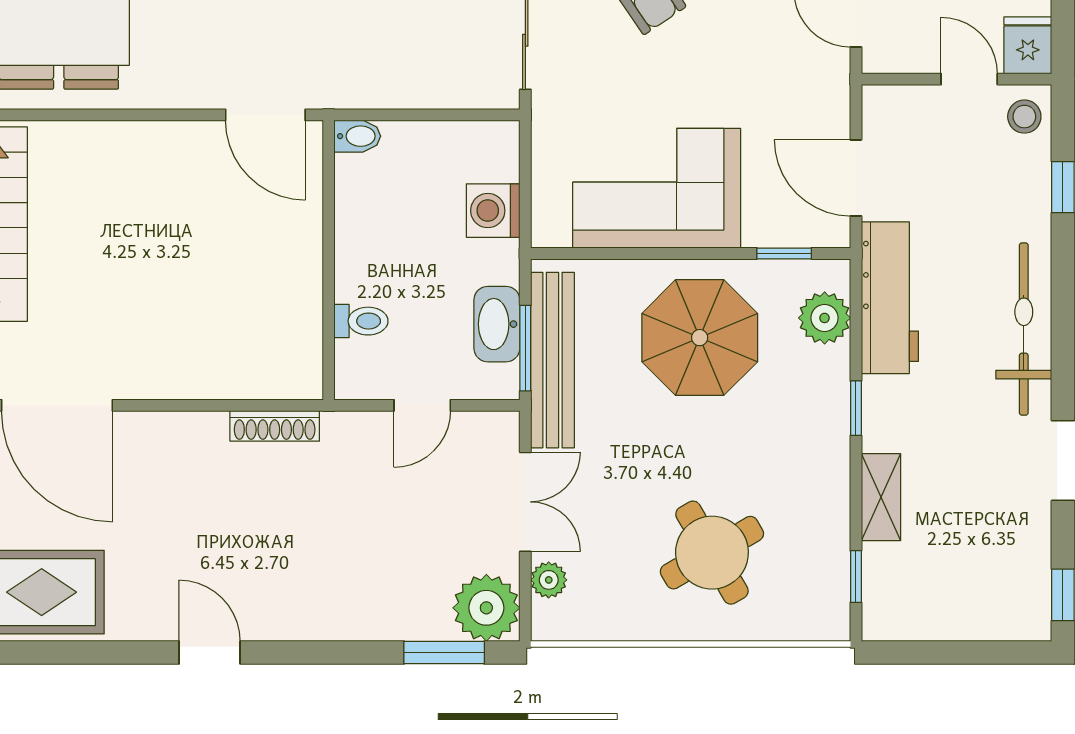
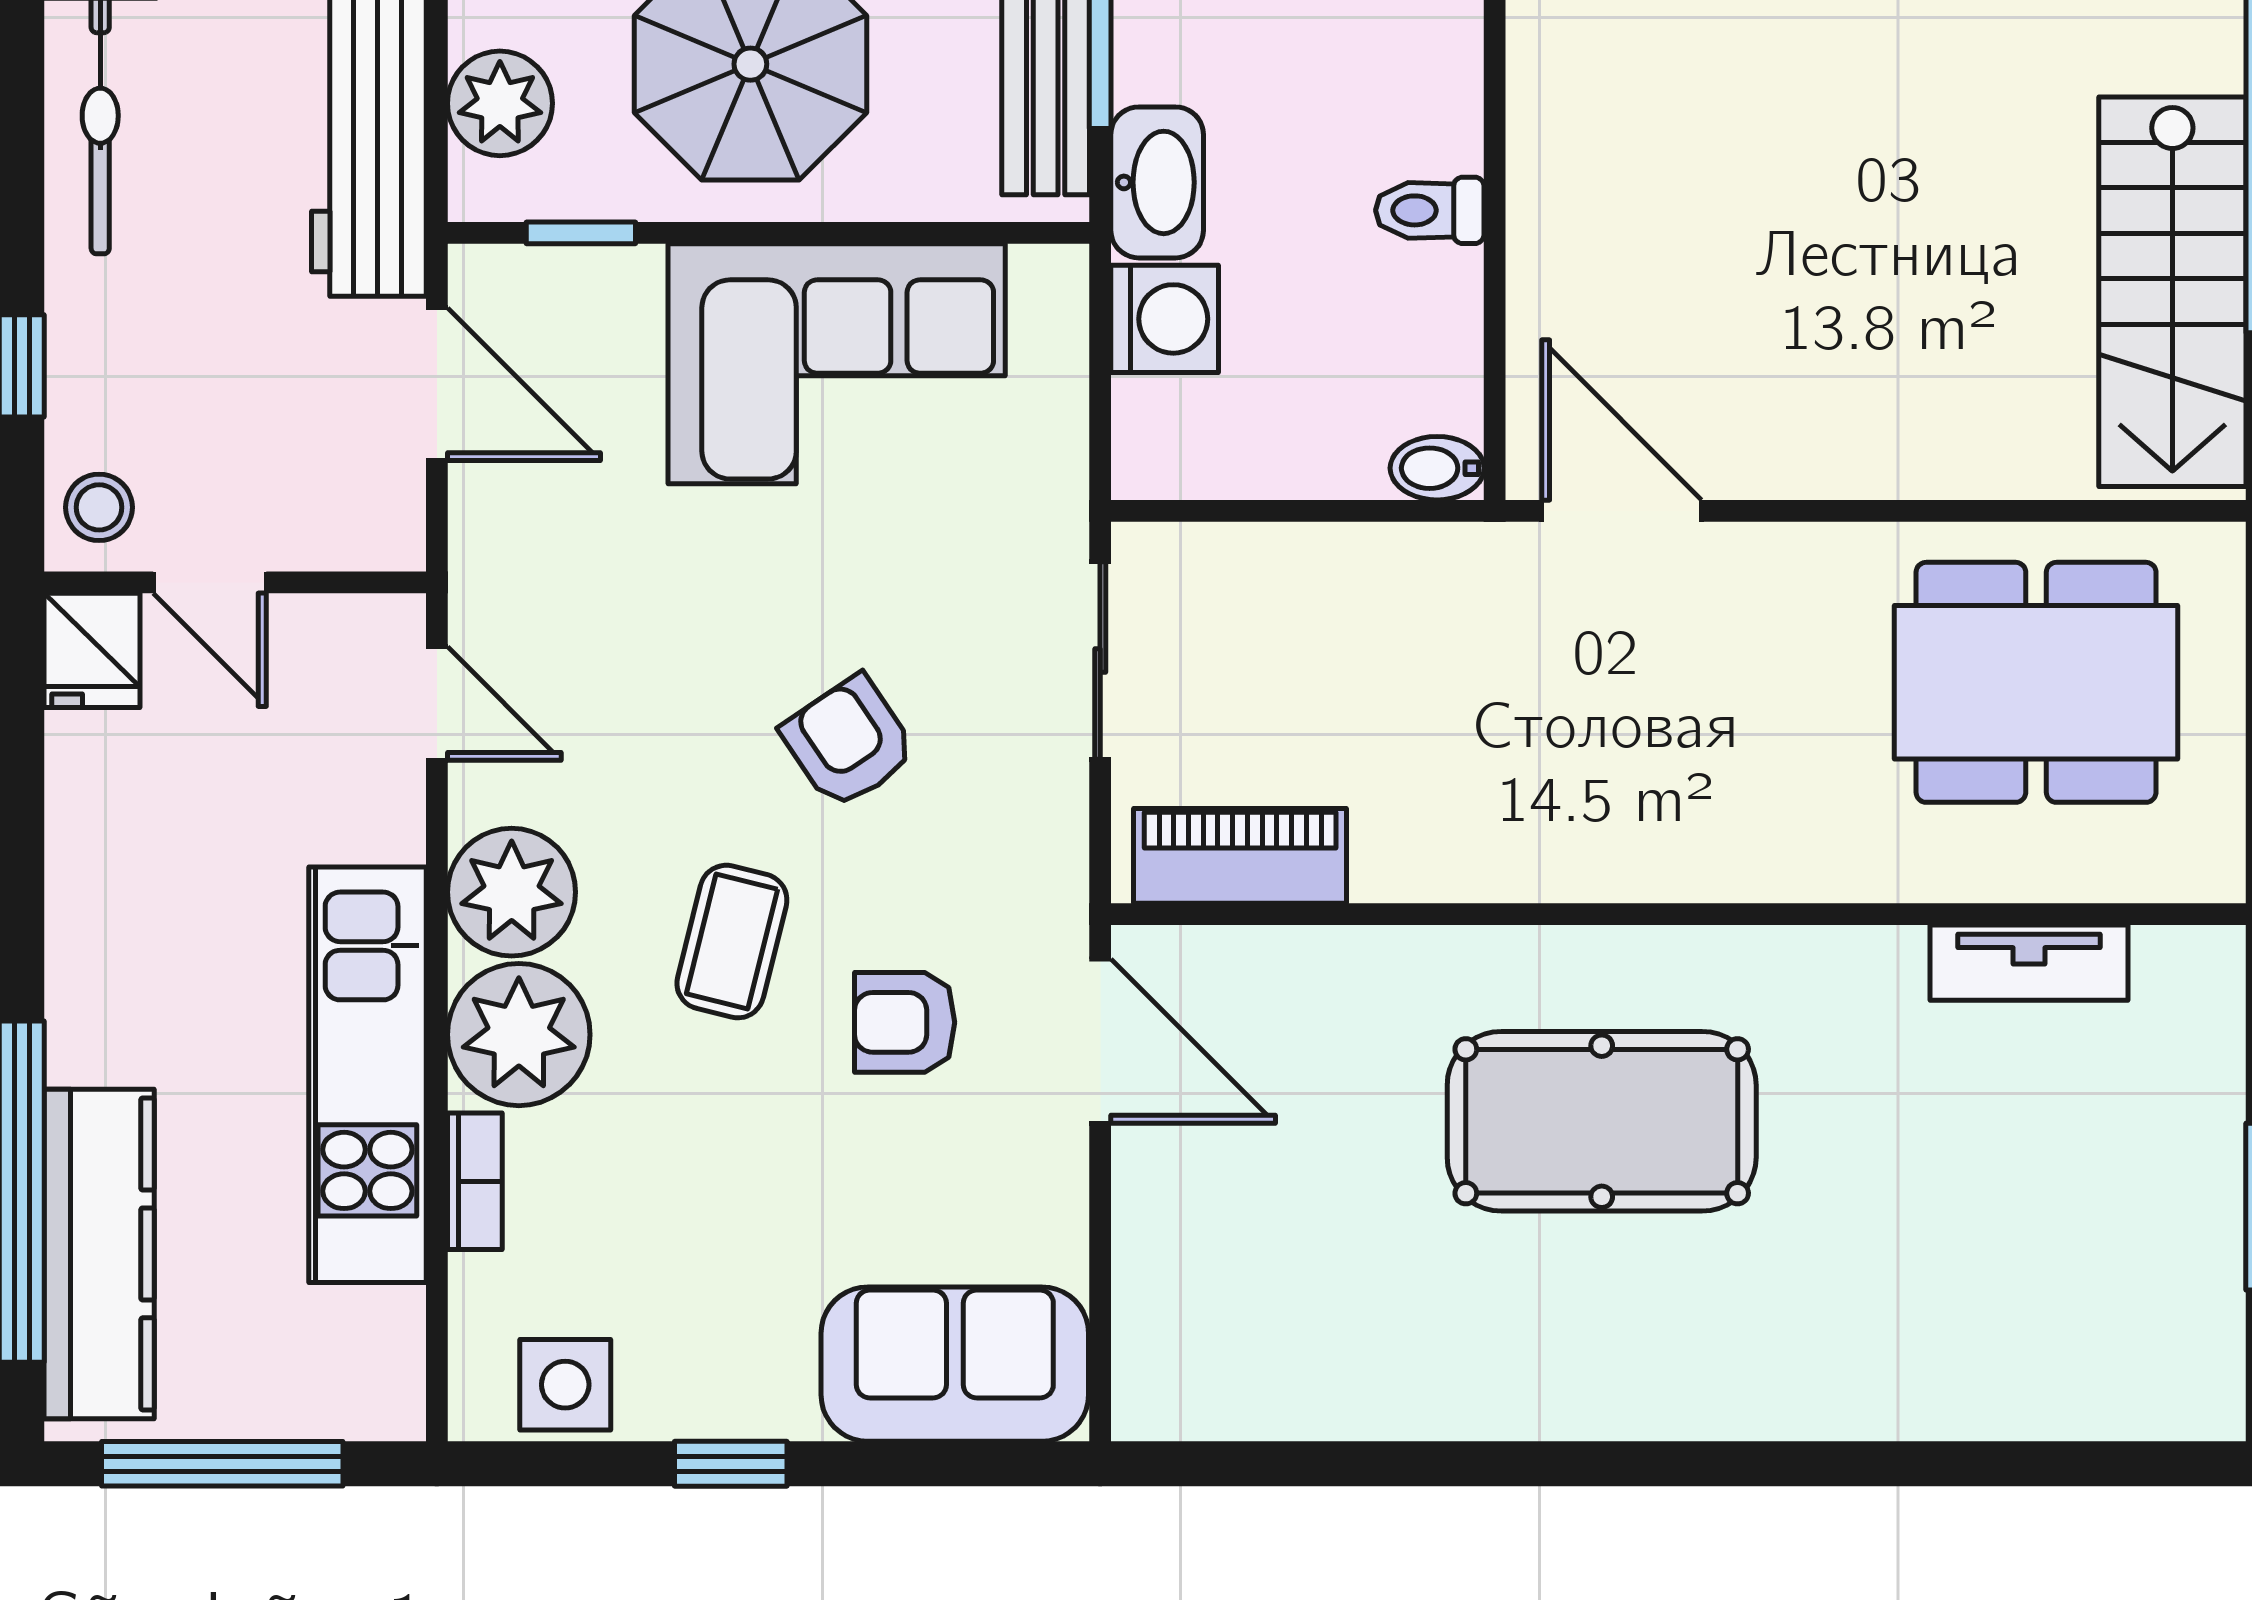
toilet: (361, 321) -> (1430, 210), moved
washbasin: (497, 324) -> (1157, 182), moved

